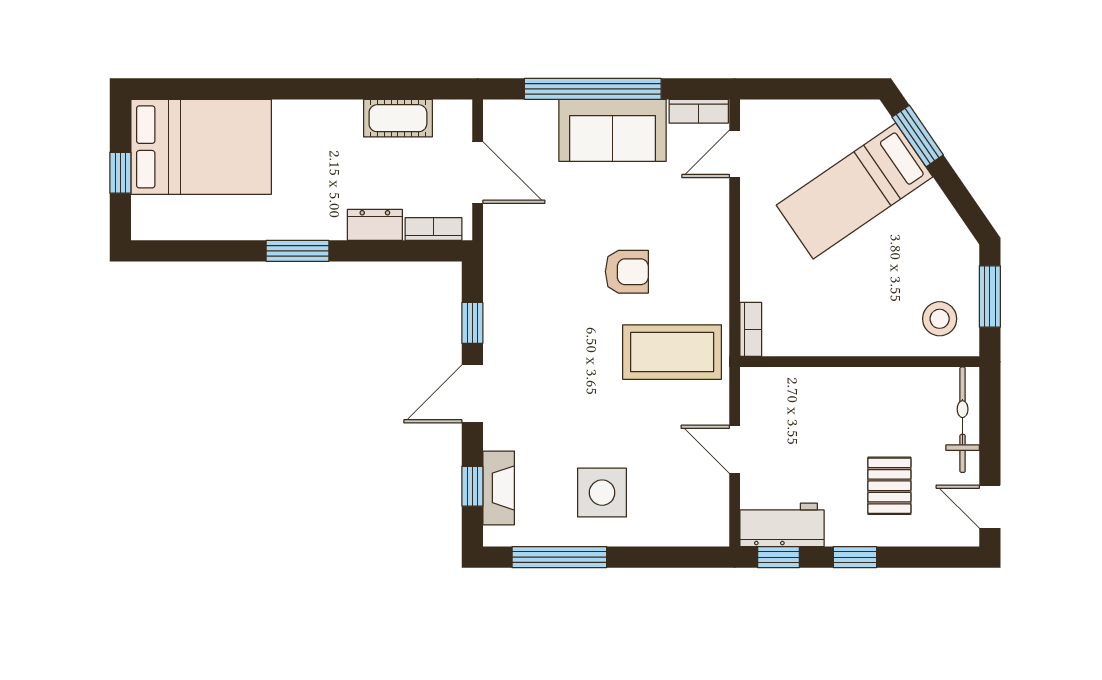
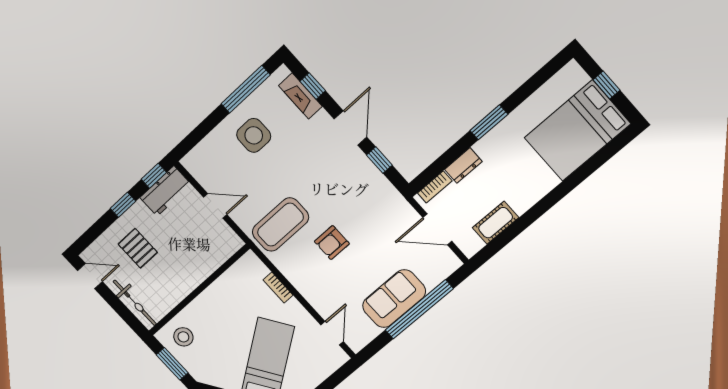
bookcase: (699, 111) -> (364, 338), removed
bookcase: (751, 329) -> (278, 287), moved

